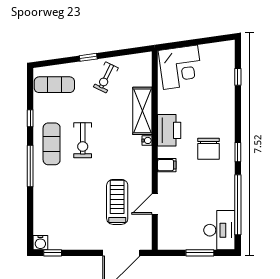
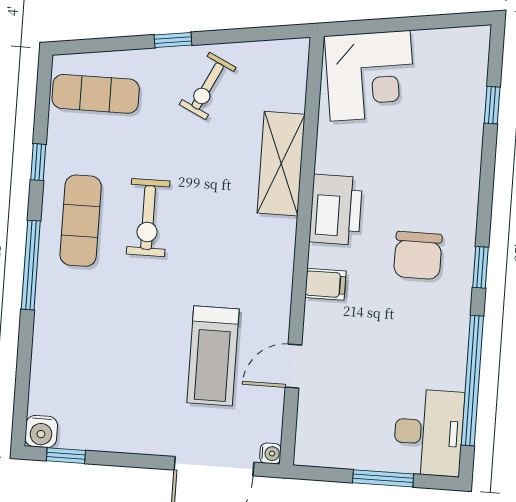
water cooler: (147, 140) -> (270, 453), moved
treadmill: (117, 202) -> (213, 356), turned 180

